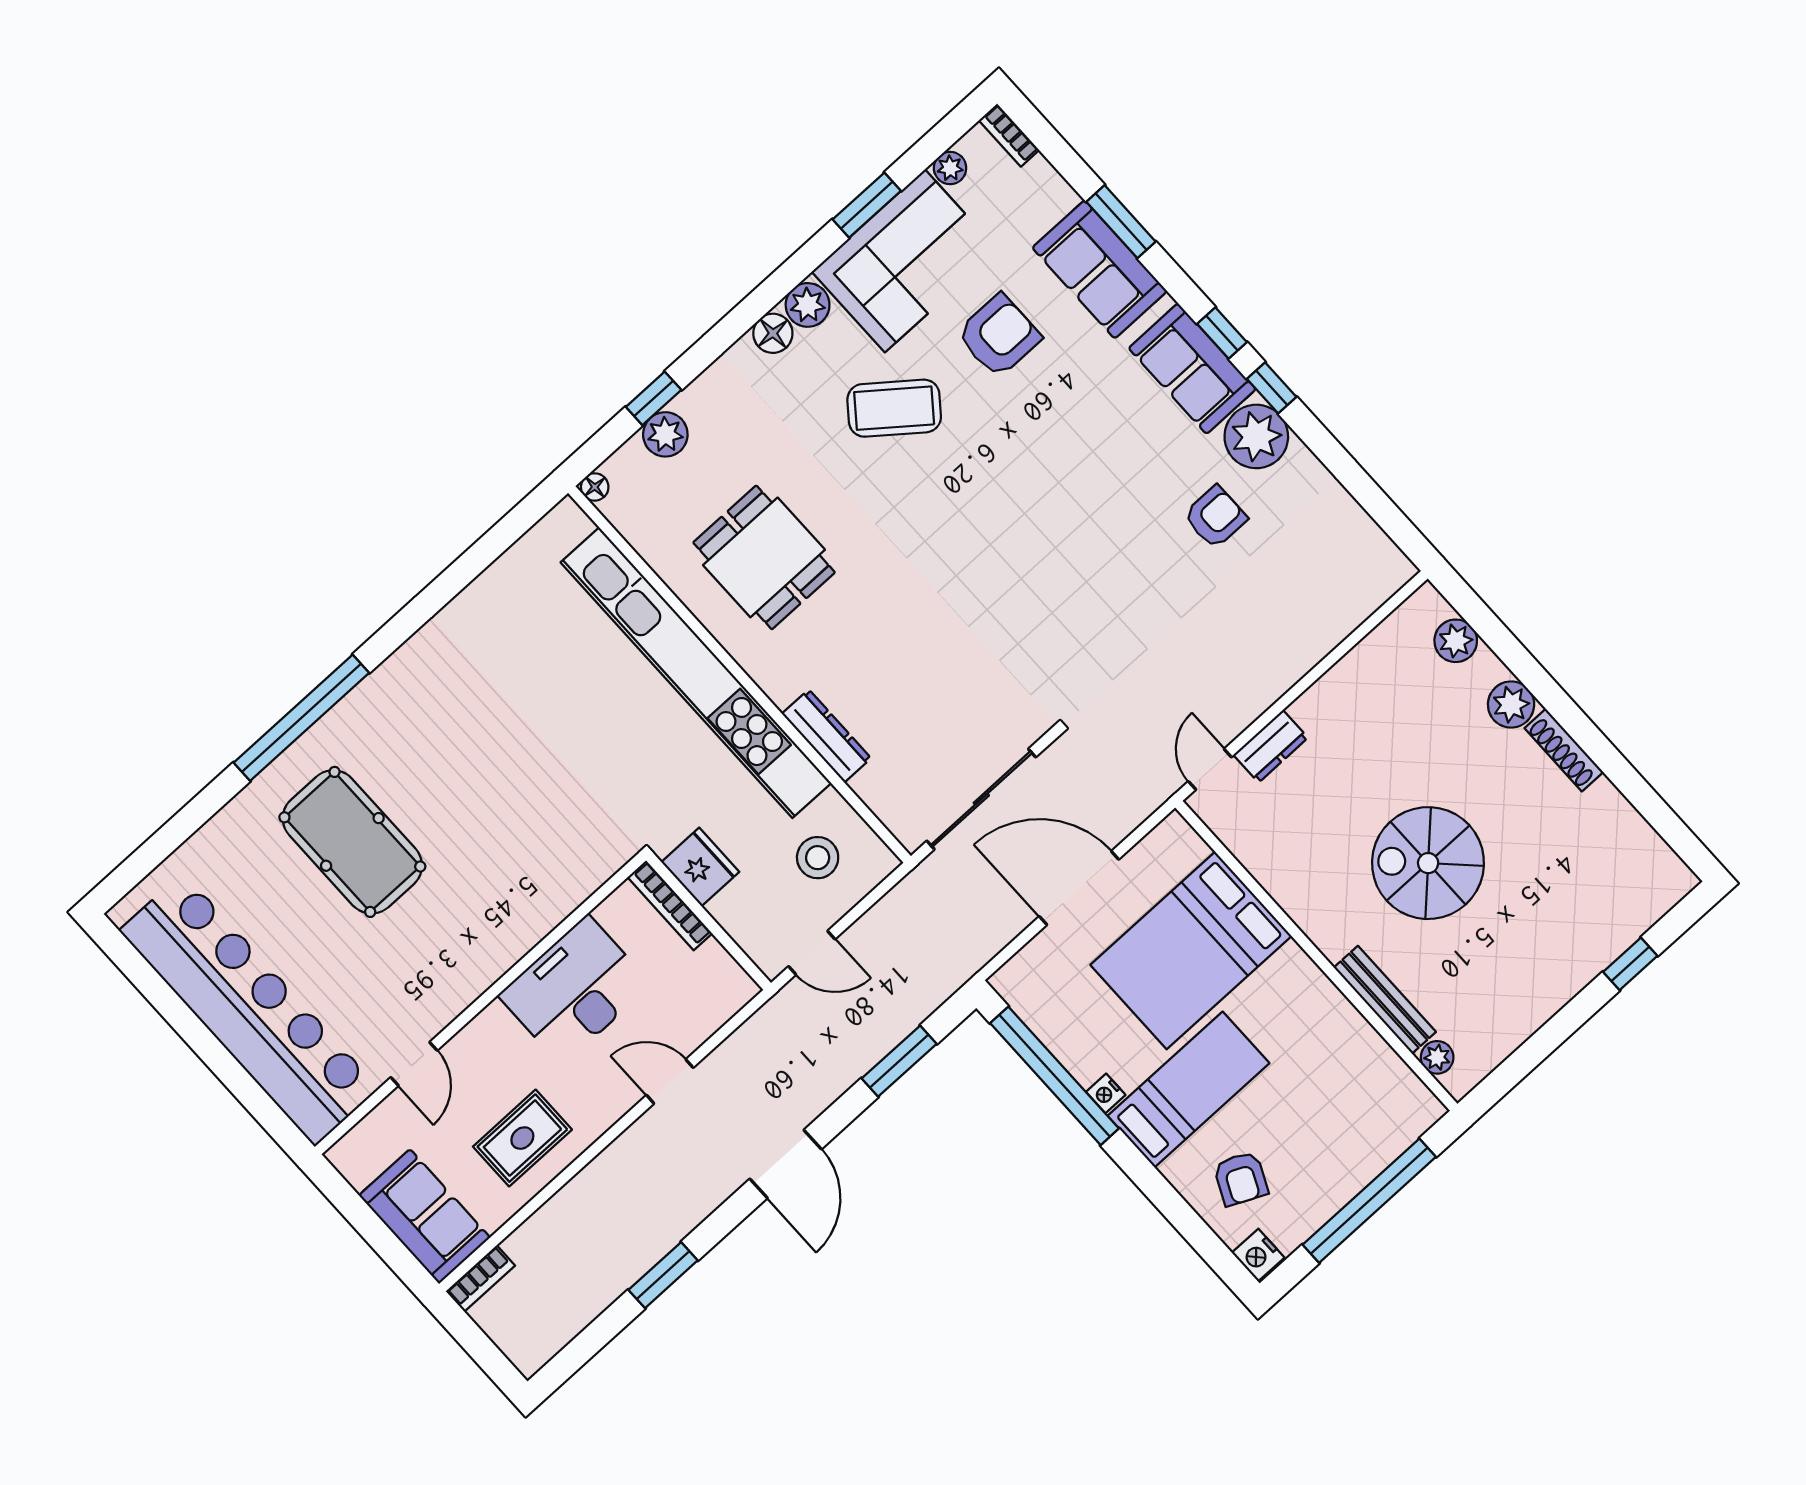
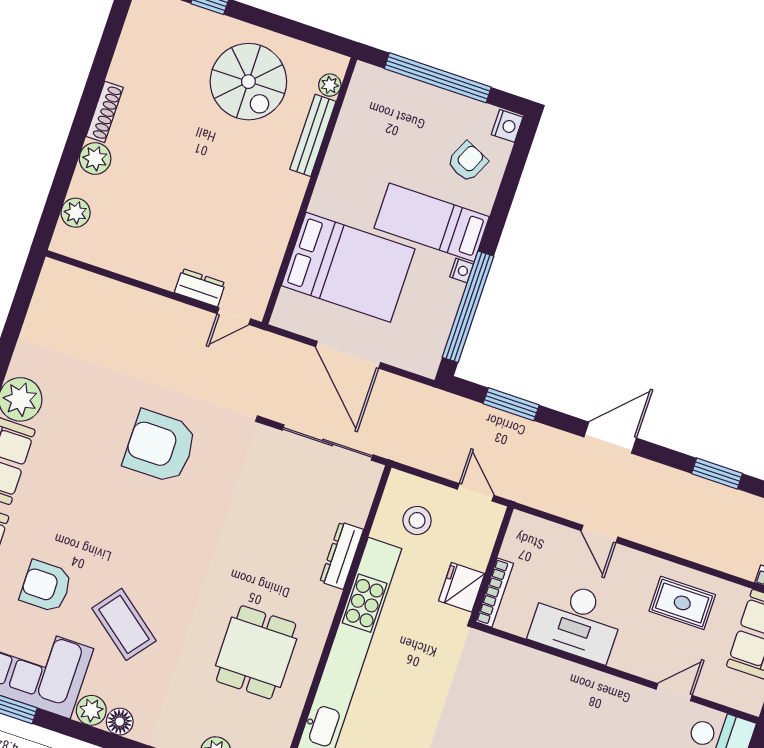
armchair: (1215, 517) -> (160, 446), moved, width x1.88, depth x1.88
spiral stairs: (1428, 863) -> (248, 82), moved

